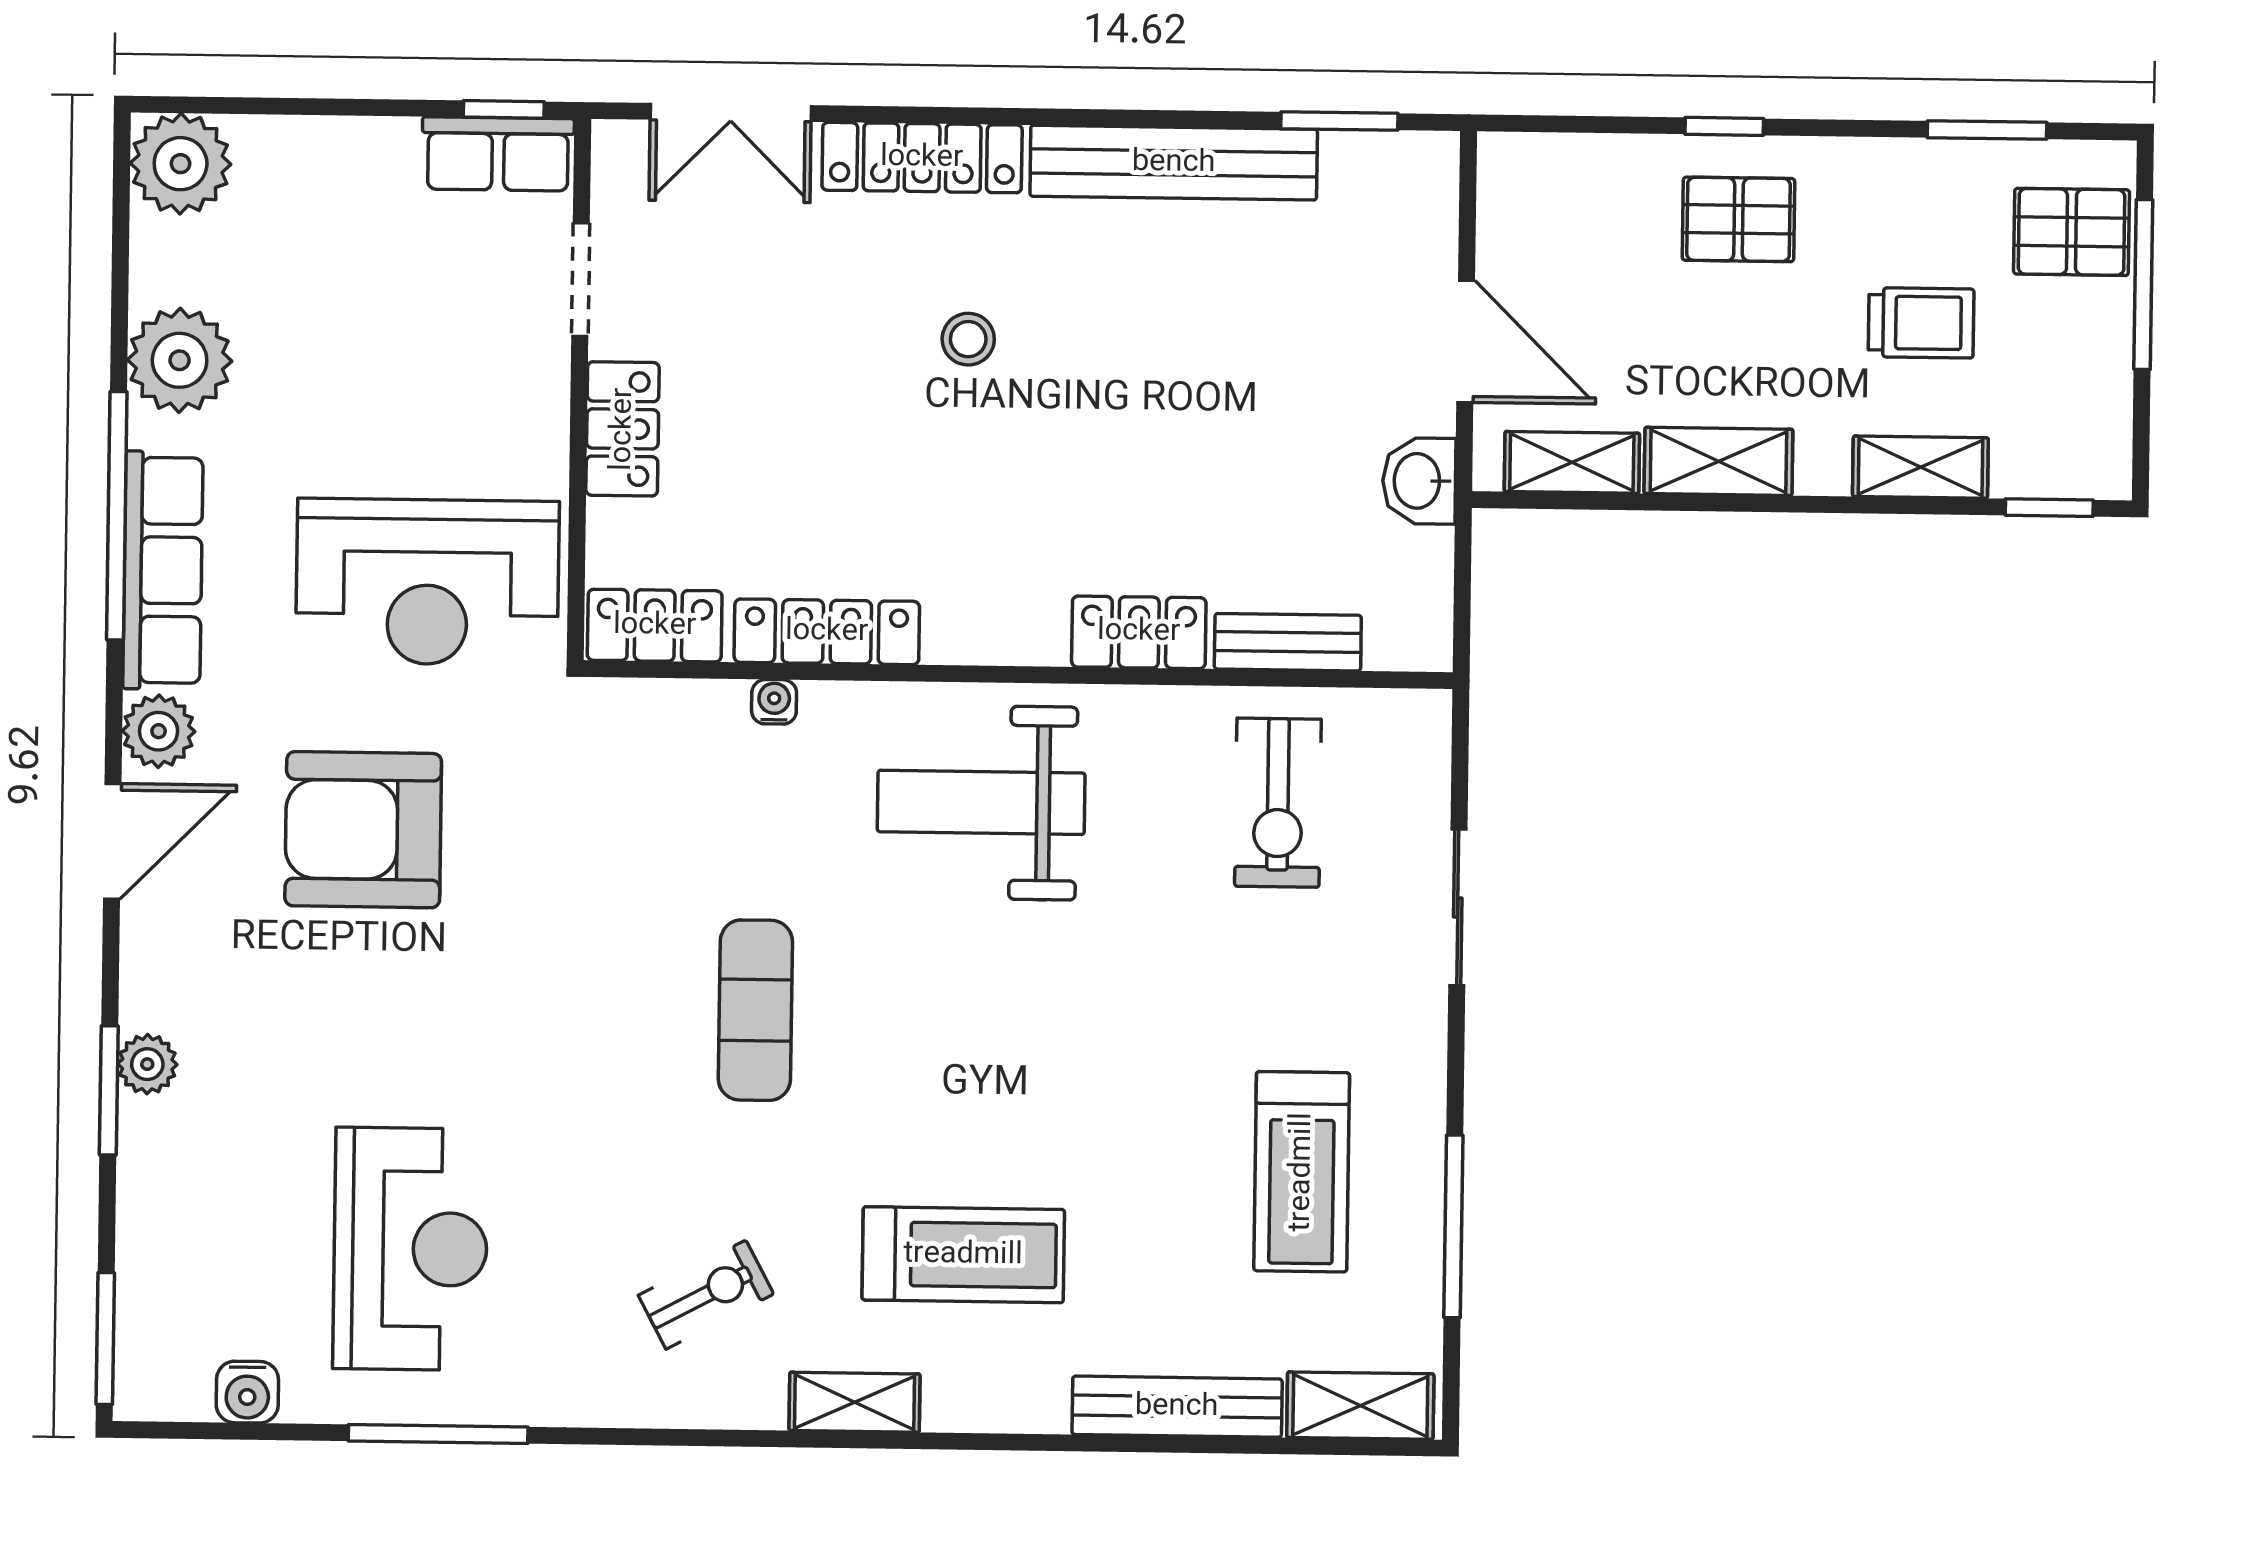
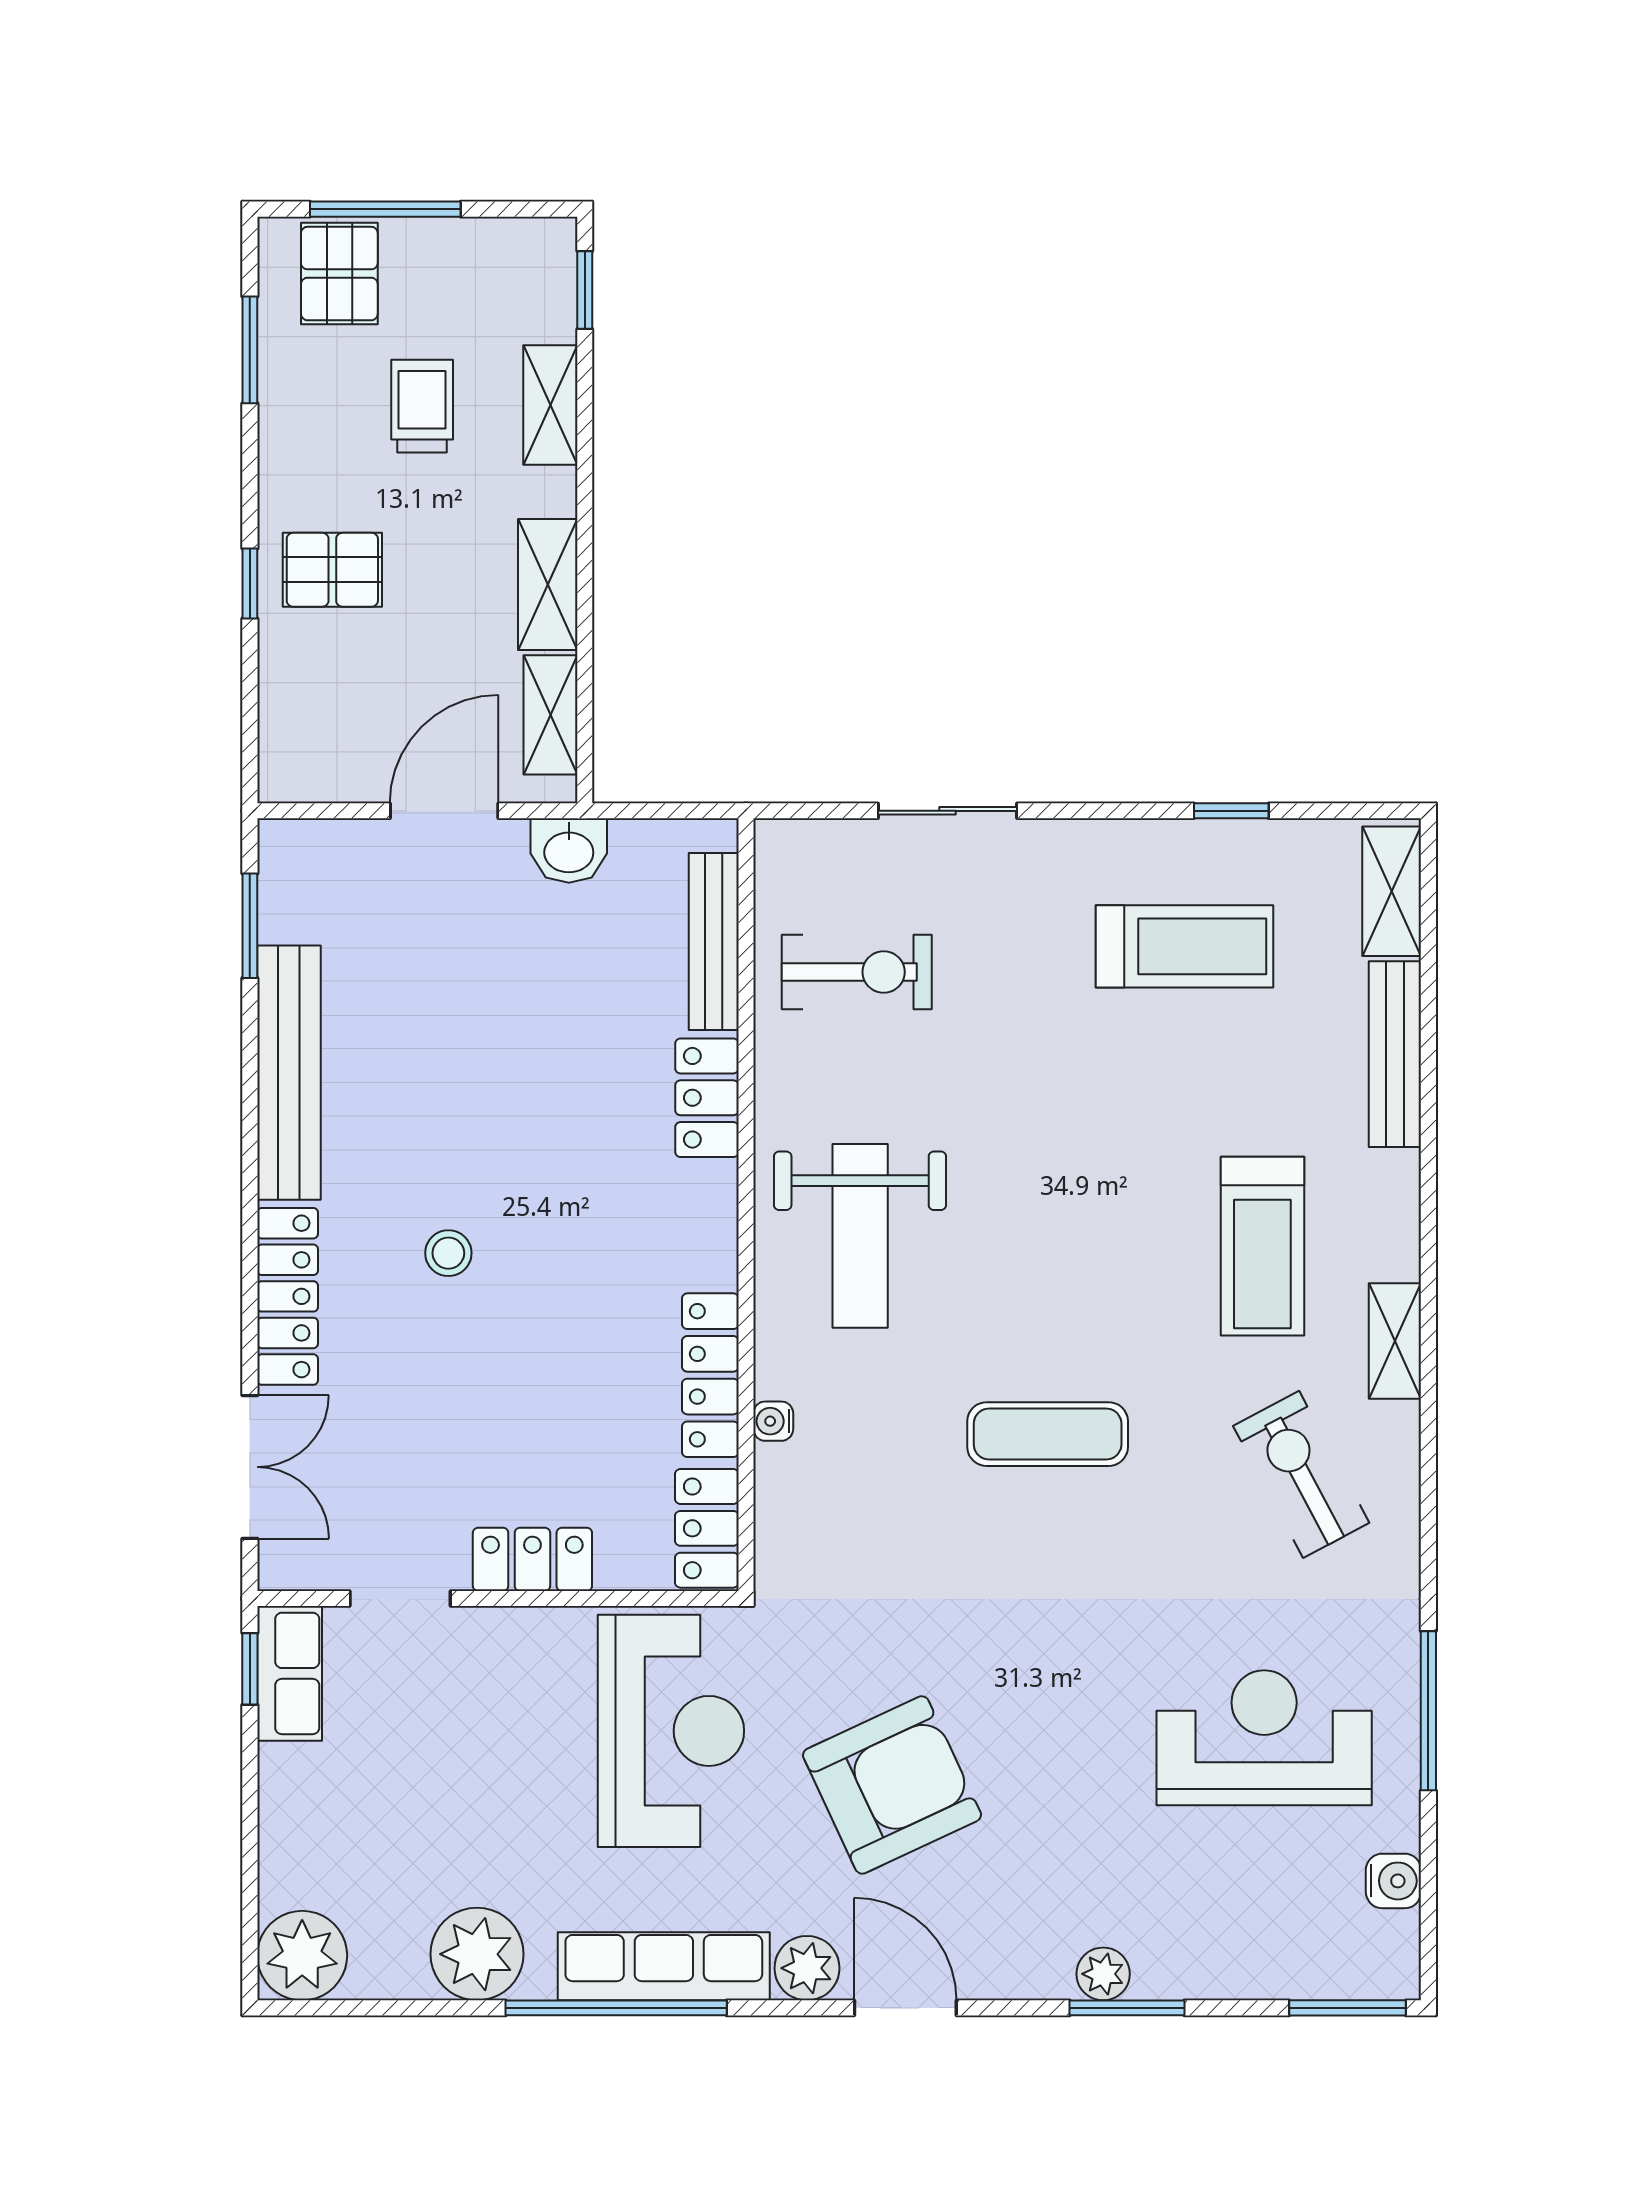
pallet: (1739, 219) -> (332, 570), turned 90
bench: (1288, 642) -> (714, 942), width x1.36
armchair: (363, 830) -> (892, 1785), turned -115
window: (1453, 1226) -> (1231, 811), width x0.46
treadmill: (963, 1255) -> (1262, 1246), turned 180
exercise bike: (706, 1295) -> (1301, 1474), width x1.38, depth x1.39

